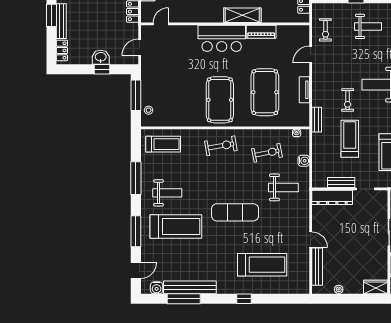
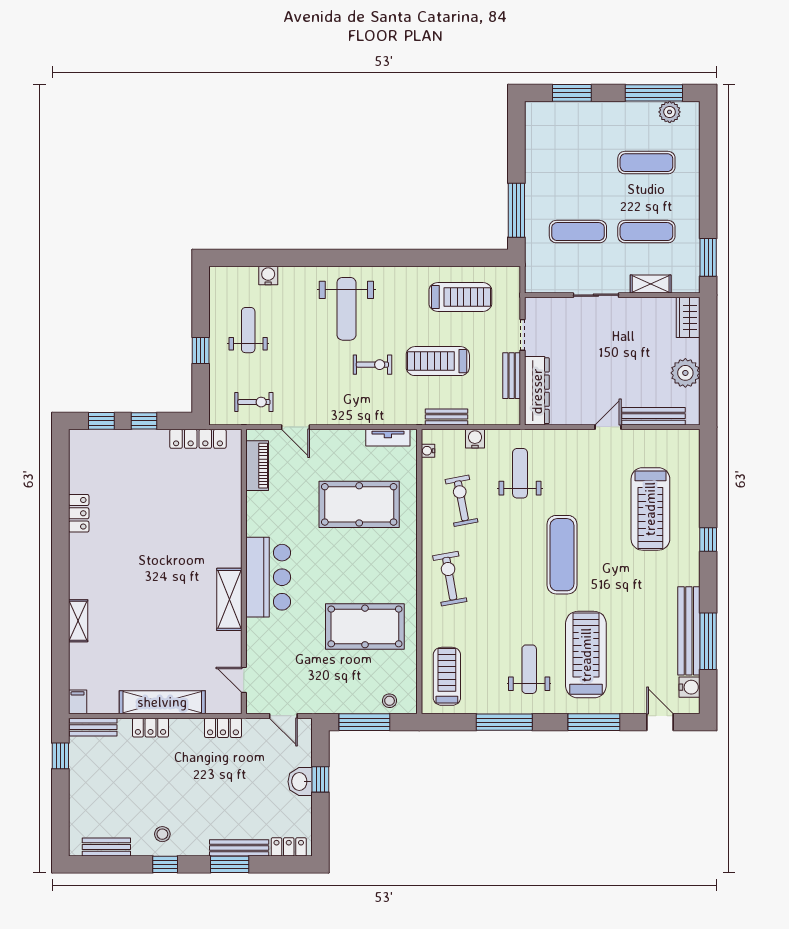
shelving: (242, 15) -> (229, 599), moved
piano: (261, 32) -> (257, 466), moved
tv unit: (304, 90) -> (388, 438), moved
pool table: (220, 100) -> (365, 626), moved
bench: (317, 120) -> (447, 417), moved
treadmill: (262, 265) -> (650, 509), turned 180
plant: (339, 289) -> (685, 373), width x1.87, depth x1.87

